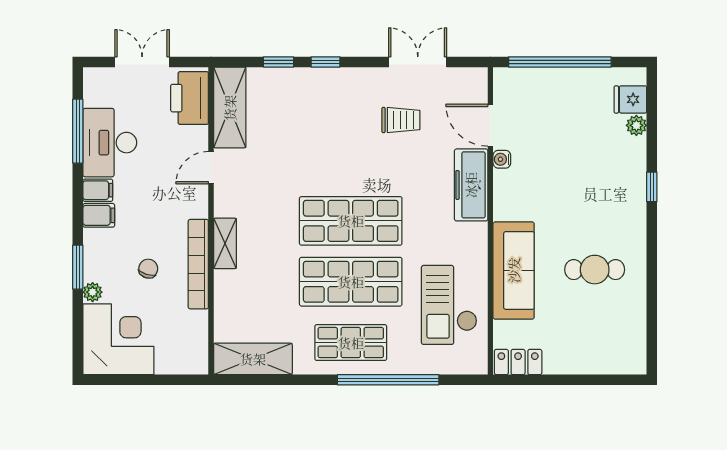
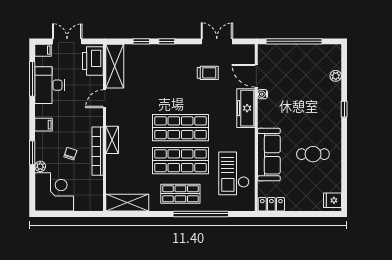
fridge: (630, 99) -> (332, 200), moved
filing cabinet: (98, 190) -> (43, 50), moved

